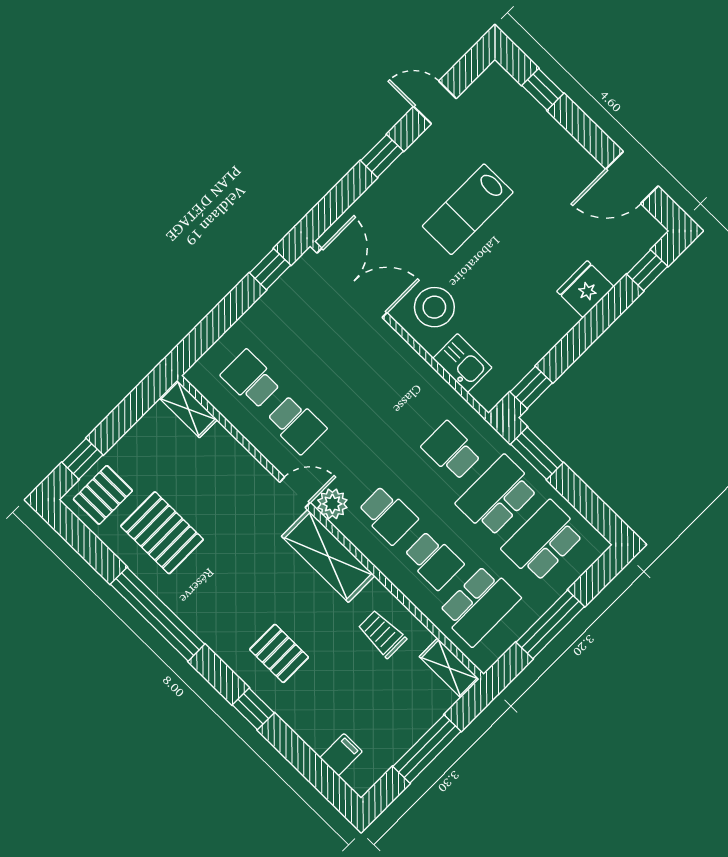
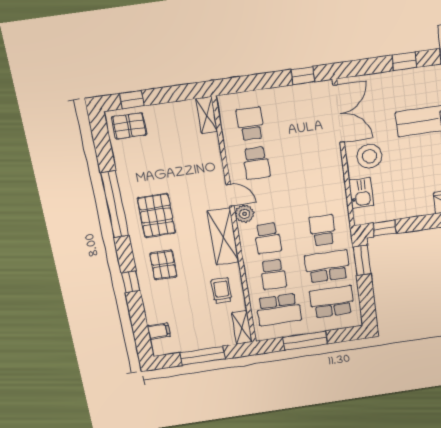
pallet: (162, 533) -> (156, 216), moved

